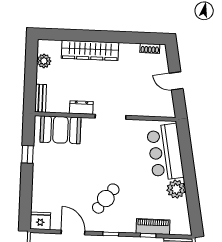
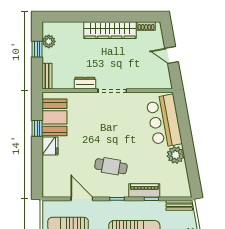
wardrobe: (90, 50) -> (110, 30), moved
window: (31, 69) -> (37, 49), added
booth: (60, 130) -> (54, 117), moved, turned 90
cafe table: (106, 199) -> (111, 166), turned 63
fridge: (40, 221) -> (50, 146), moved, turned 90
piano: (153, 227) -> (144, 190), moved

